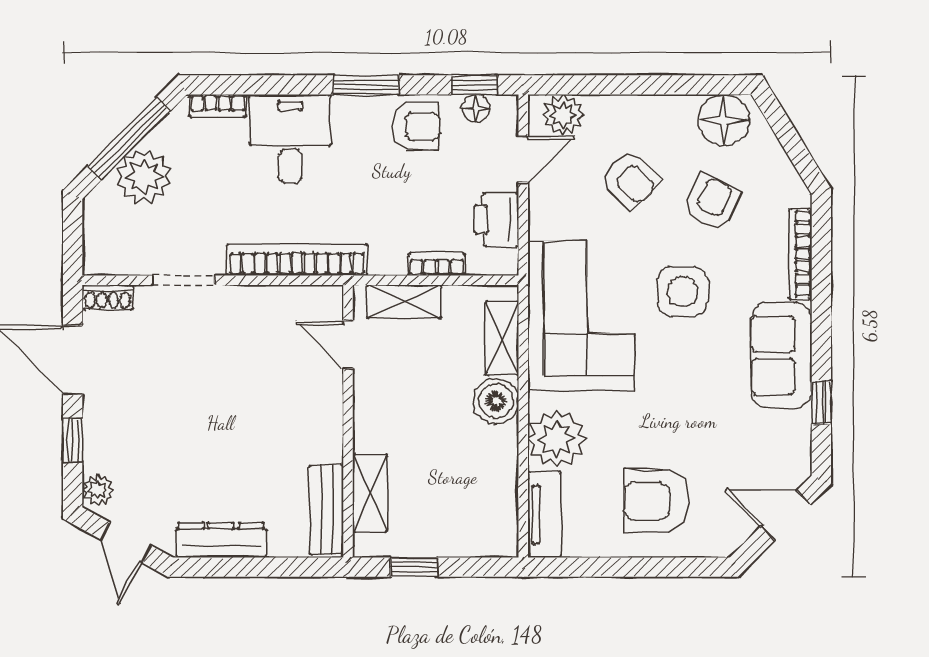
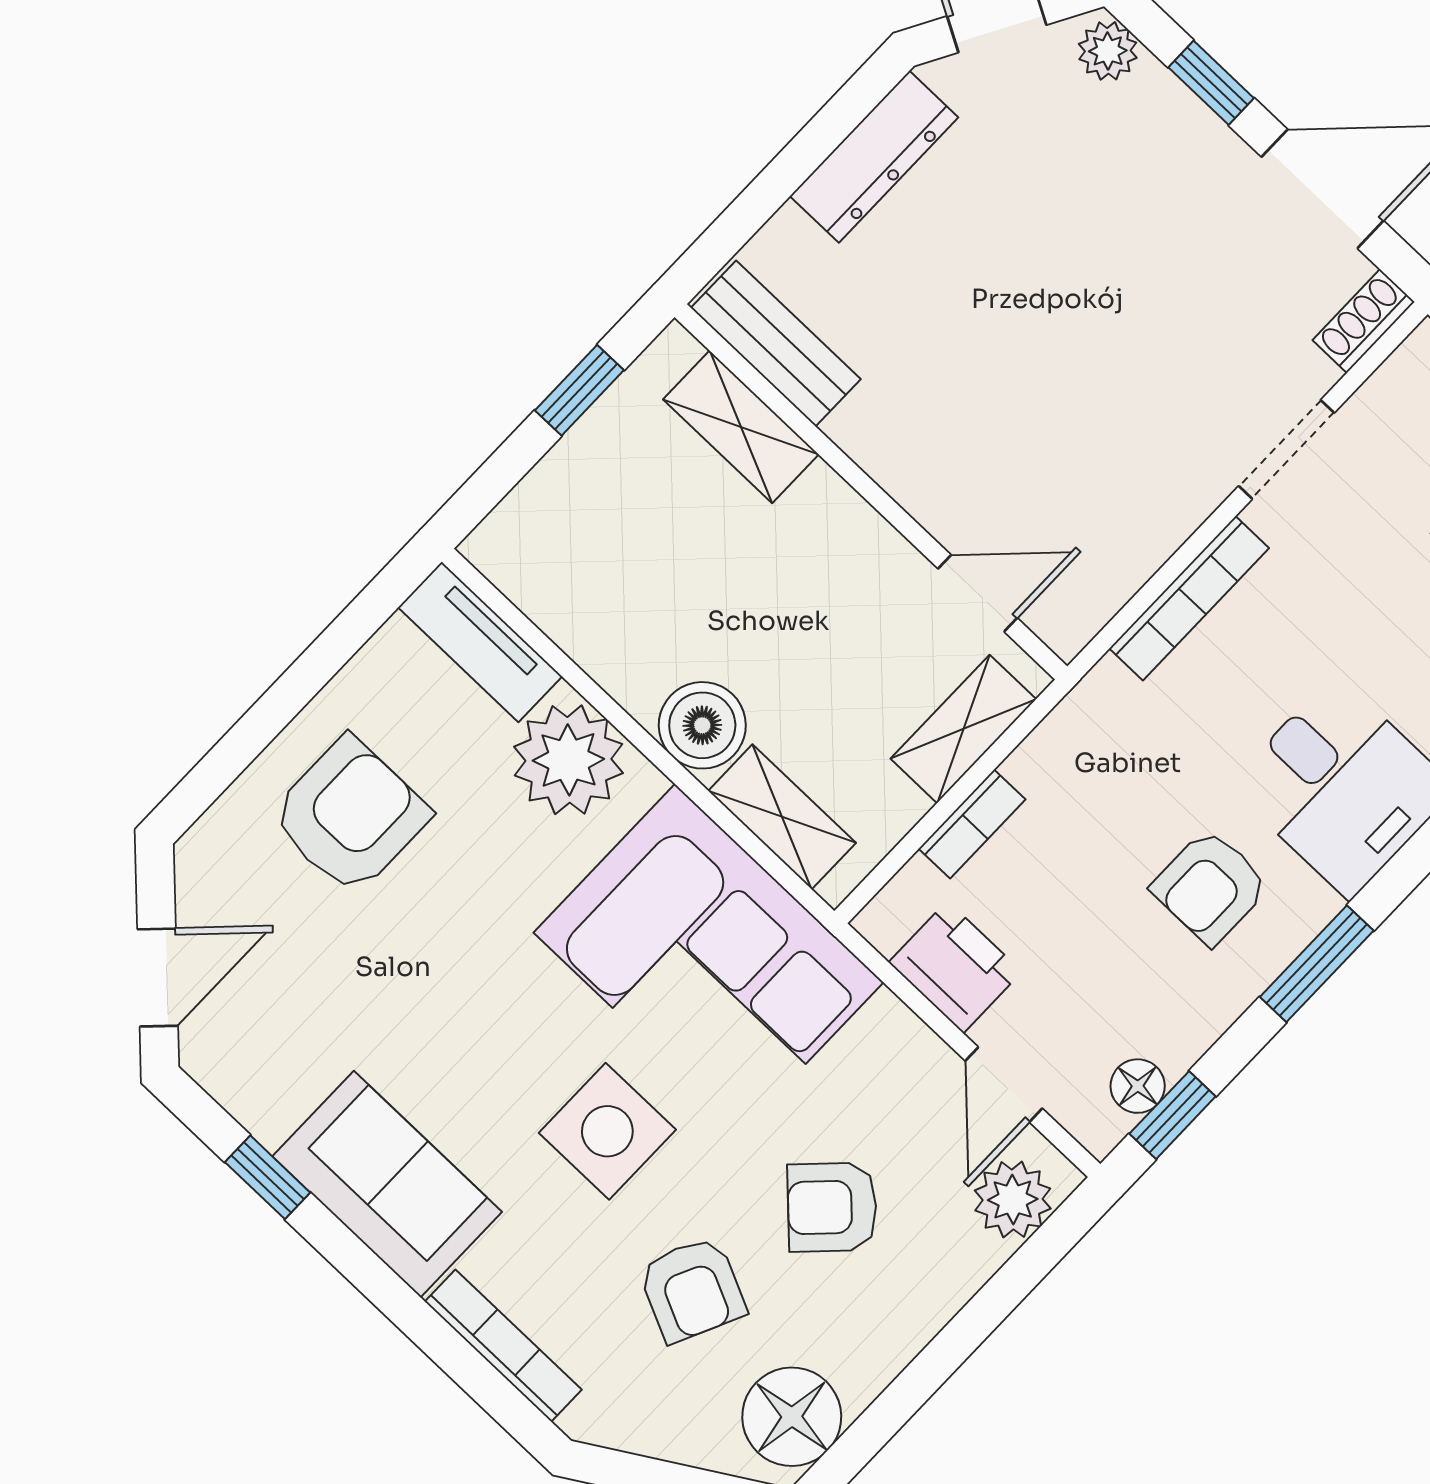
armchair: (416, 126) -> (1210, 887), moved
bookcase: (297, 260) -> (1189, 598), width x0.68, depth x0.76

